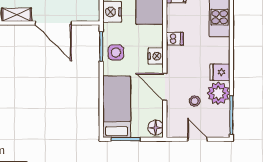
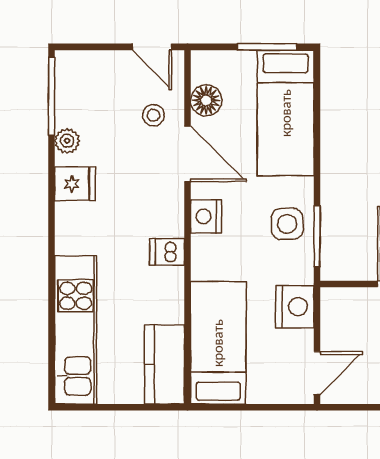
plant: (218, 93) -> (67, 141), width x0.53, depth x0.53
stool: (195, 101) -> (153, 115), moved
floor lamp: (156, 128) -> (206, 100), moved
door: (197, 139) -> (152, 47), moved

